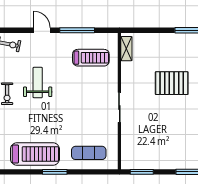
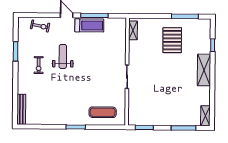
treadmill: (91, 58) -> (89, 25), moved
pallet: (172, 83) -> (172, 40), moved, turned 90
treadmill: (35, 154) -> (60, 113), removed

